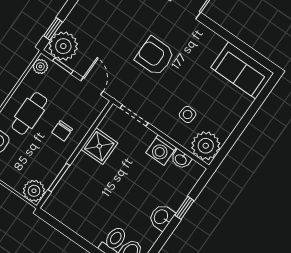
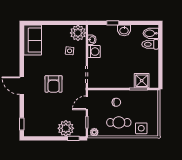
plant: (63, 46) -> (66, 128), moved
shower: (99, 146) -> (142, 81), moved
plant: (34, 191) -> (152, 96), removed

